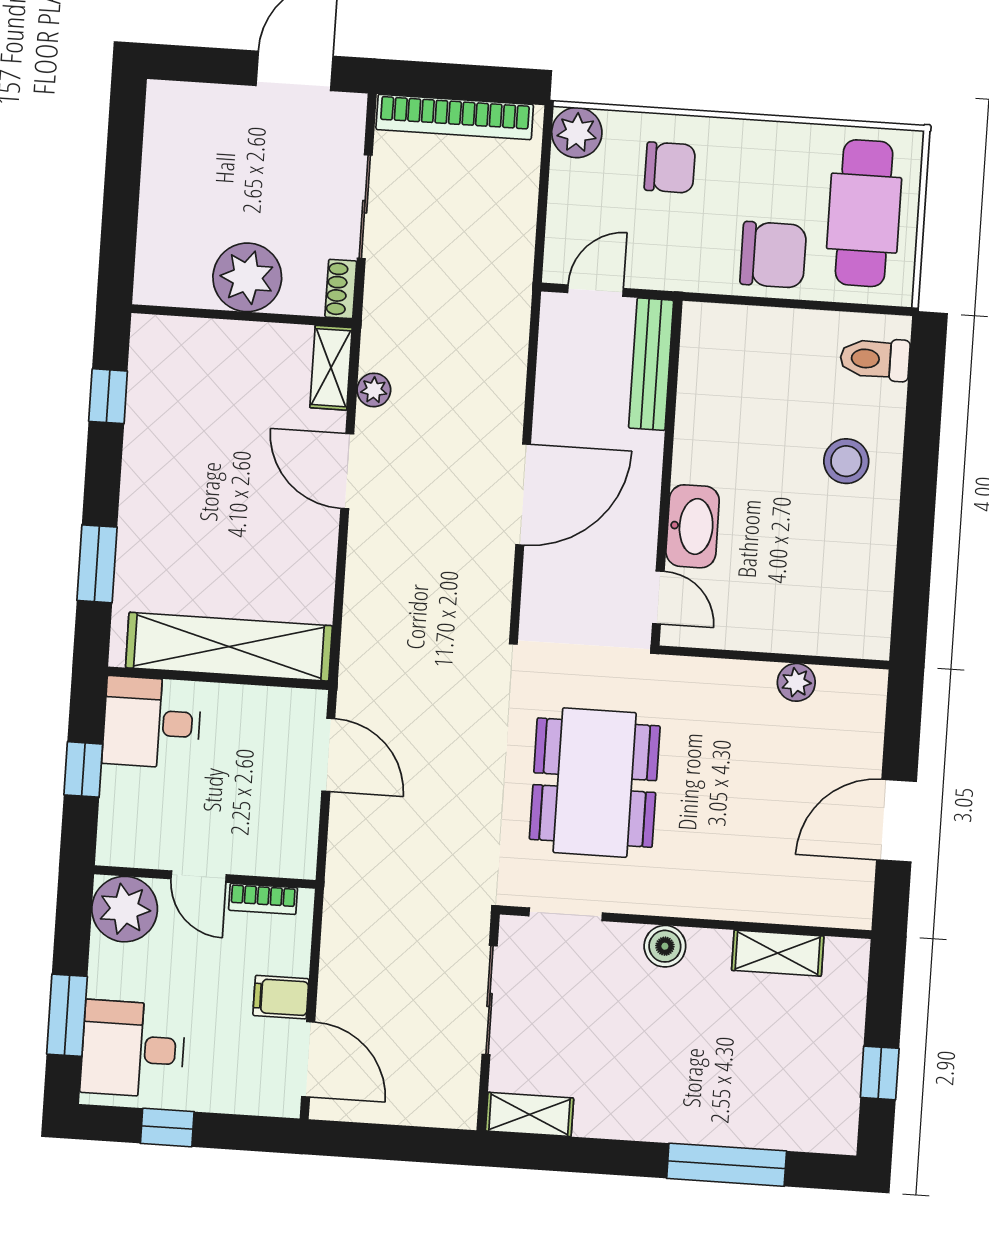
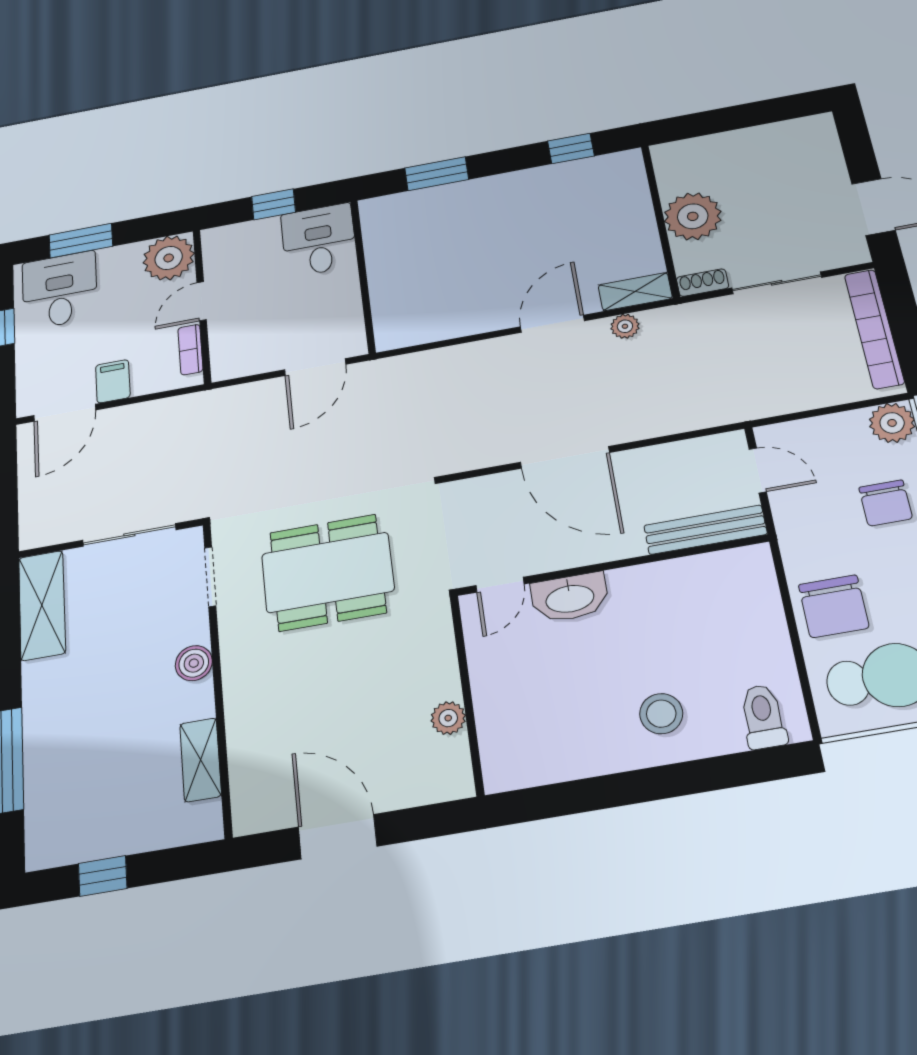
shelving: (229, 647) -> (390, 277), removed
shelving: (529, 1114) -> (42, 605), width x1.50, depth x1.33

